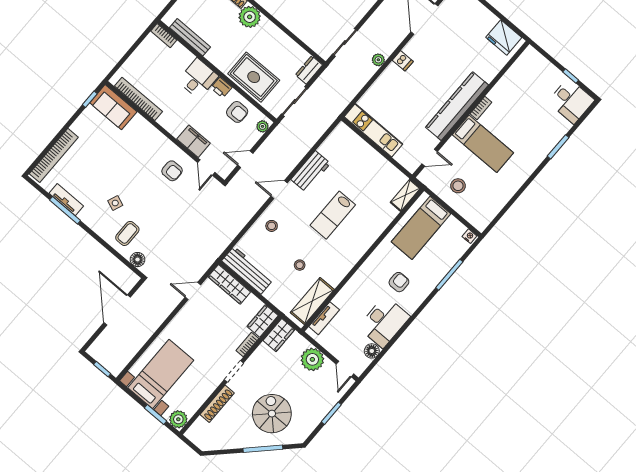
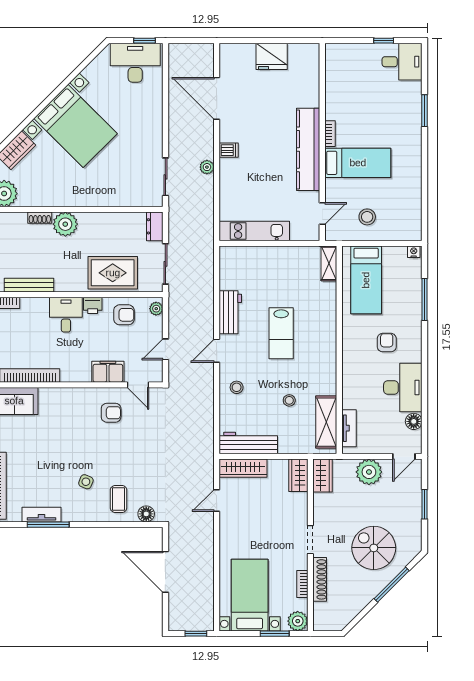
fridge: (504, 37) -> (272, 56), moved
bookcase: (247, 344) -> (302, 584), moved
door: (345, 369) -> (404, 456), hinge flipped

